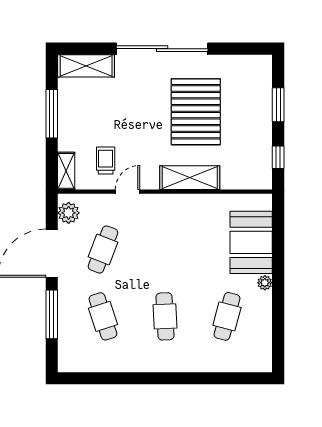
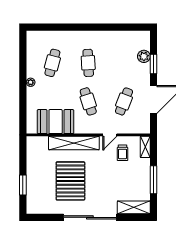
window: (278, 157) -> (23, 155), removed
shelving: (190, 178) -> (74, 143), width x1.47
plant: (69, 213) -> (144, 56), moved
booth: (251, 242) -> (56, 122), moved, turned 90
window: (52, 314) -> (154, 64), width x0.69
cafe table: (103, 316) -> (88, 101), moved

